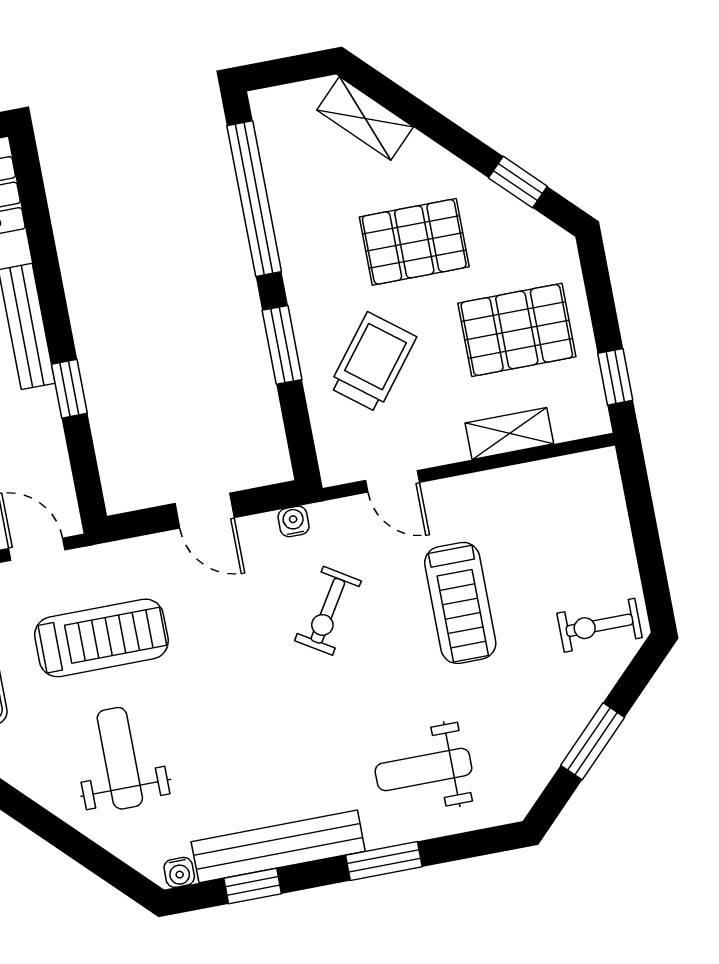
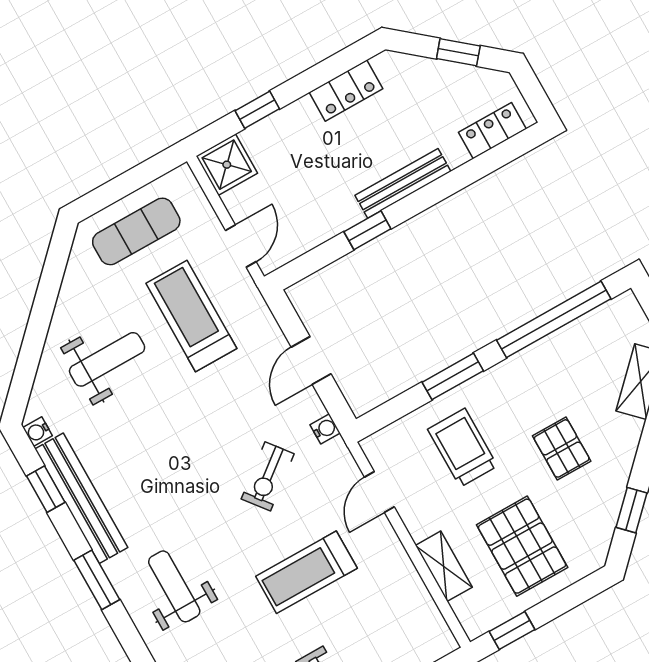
pallet: (414, 242) -> (562, 448), width x0.67, depth x0.71
trolley: (373, 362) -> (463, 448), turned -128
exercise bike: (328, 611) -> (268, 476), turned -70
treadmill: (101, 638) -> (191, 316), turned 180

